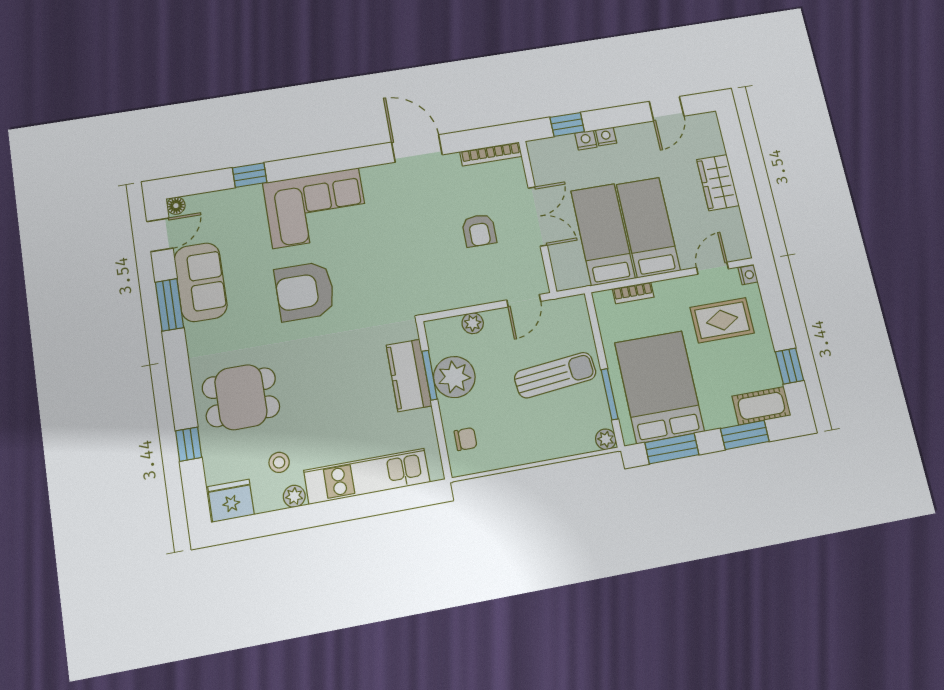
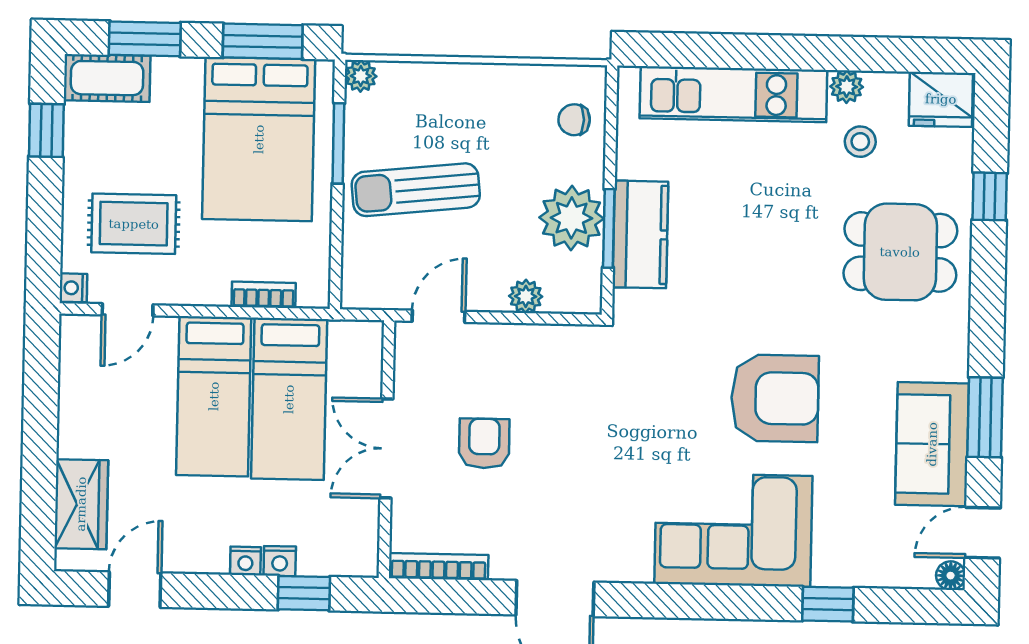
wardrobe: (718, 183) -> (81, 504), moved

